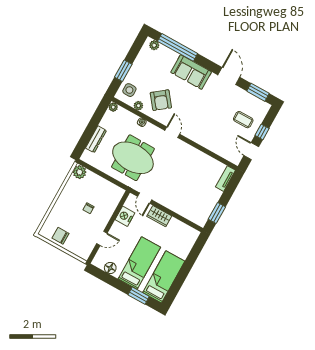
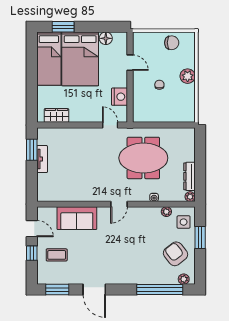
sofa: (191, 72) -> (77, 218), moved, turned 180
armchair: (161, 100) -> (176, 254), moved
door: (172, 132) -> (119, 204), hinge flipped
dresser: (96, 139) -> (189, 176), moved
plant: (80, 172) -> (188, 76), moved
tv unit: (225, 179) -> (42, 159), moved
wardrobe: (159, 216) -> (56, 115), moved
door: (102, 238) -> (130, 63), swing flipped
bed: (139, 263) -> (80, 59), width x1.50

